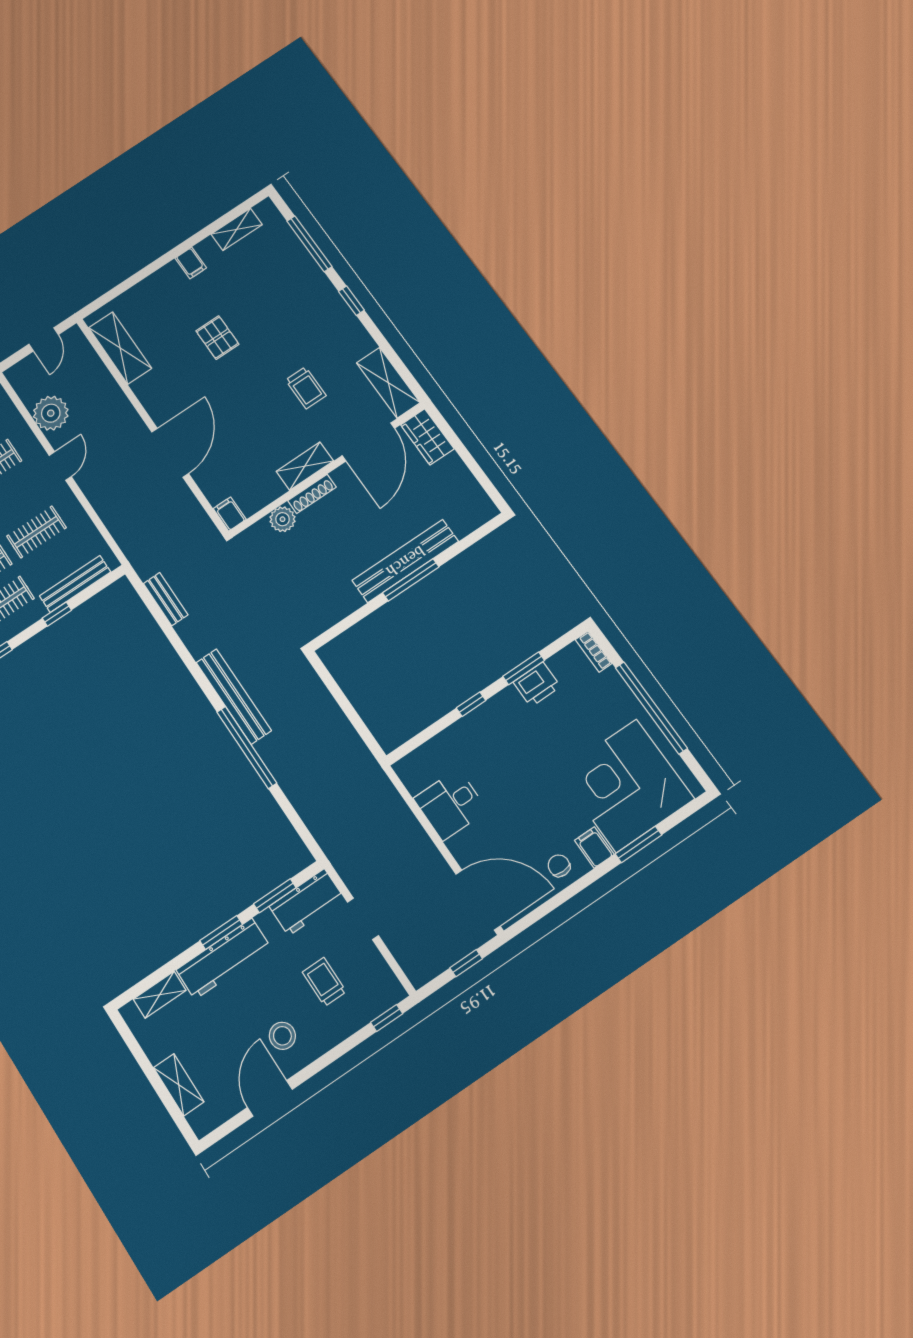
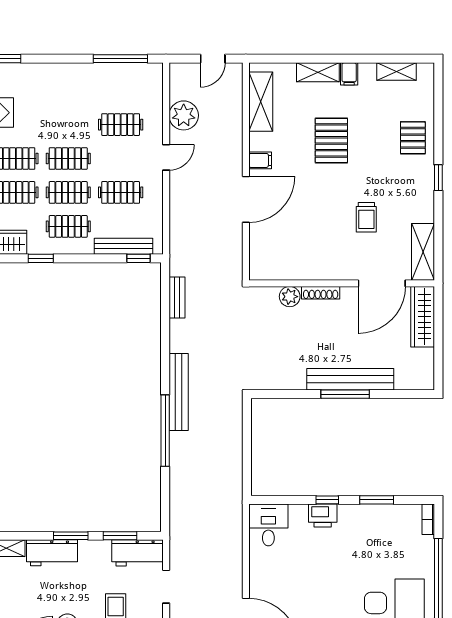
window: (309, 244) -> (438, 117), removed
pallet: (298, 280) -> (413, 138), added
pallet: (217, 338) -> (331, 140), width x1.50, depth x1.42
wardrobe: (427, 437) -> (423, 317), width x1.50
shelving: (305, 466) -> (318, 72), moved
filing cabinet: (230, 514) -> (260, 160), moved, turned 90
window: (57, 614) -> (138, 258), moved
printer: (537, 684) -> (323, 515), moved
desk: (450, 804) -> (268, 525), moved, turned 90
workbench: (223, 959) -> (52, 553), width x0.73

